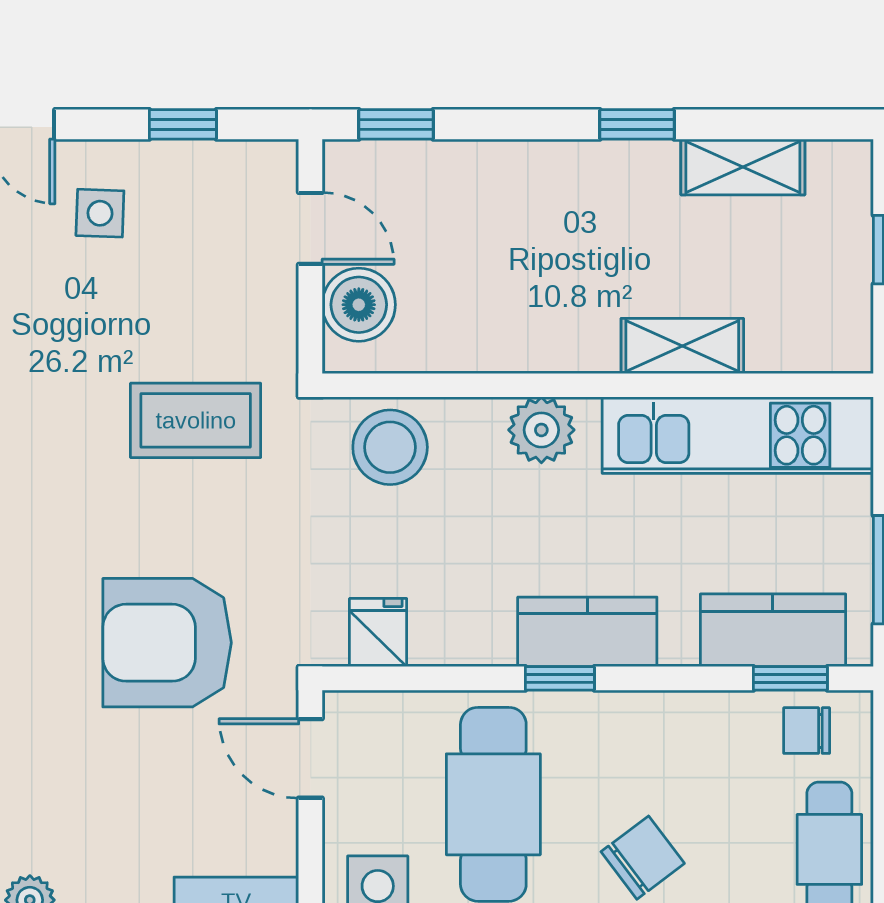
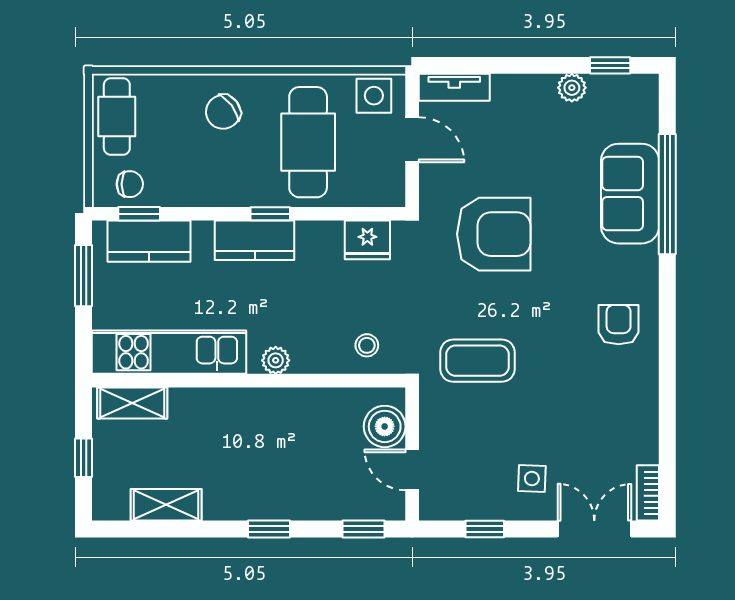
window: (637, 124) -> (269, 529), moved
shelving: (682, 346) -> (132, 403), moved
plant: (541, 430) -> (276, 360), width x0.73, depth x0.73
stool: (390, 447) -> (367, 345), width x0.53, depth x0.53
fridge: (378, 633) -> (367, 240), width x1.38
door: (310, 758) -> (412, 140), moved

